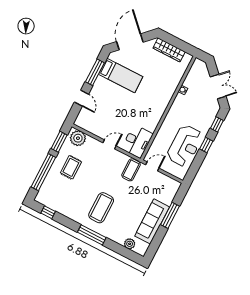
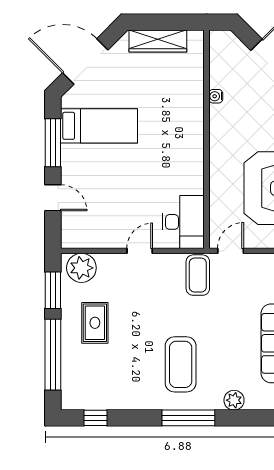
door: (130, 42) -> (85, 61), hinge flipped
plant: (130, 244) -> (234, 400), moved

